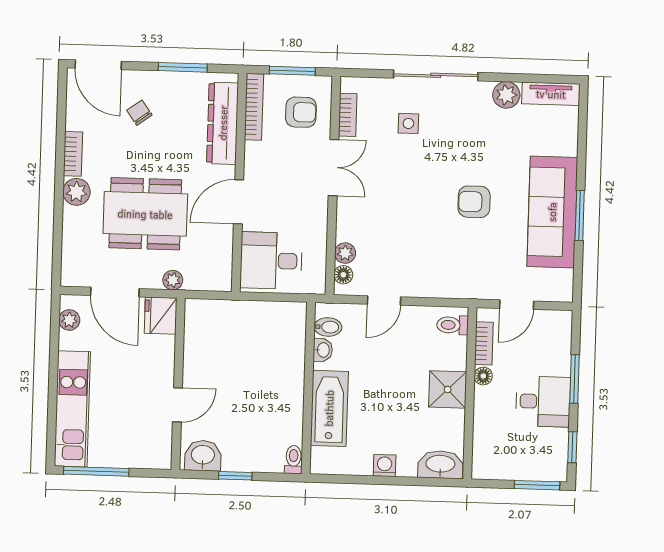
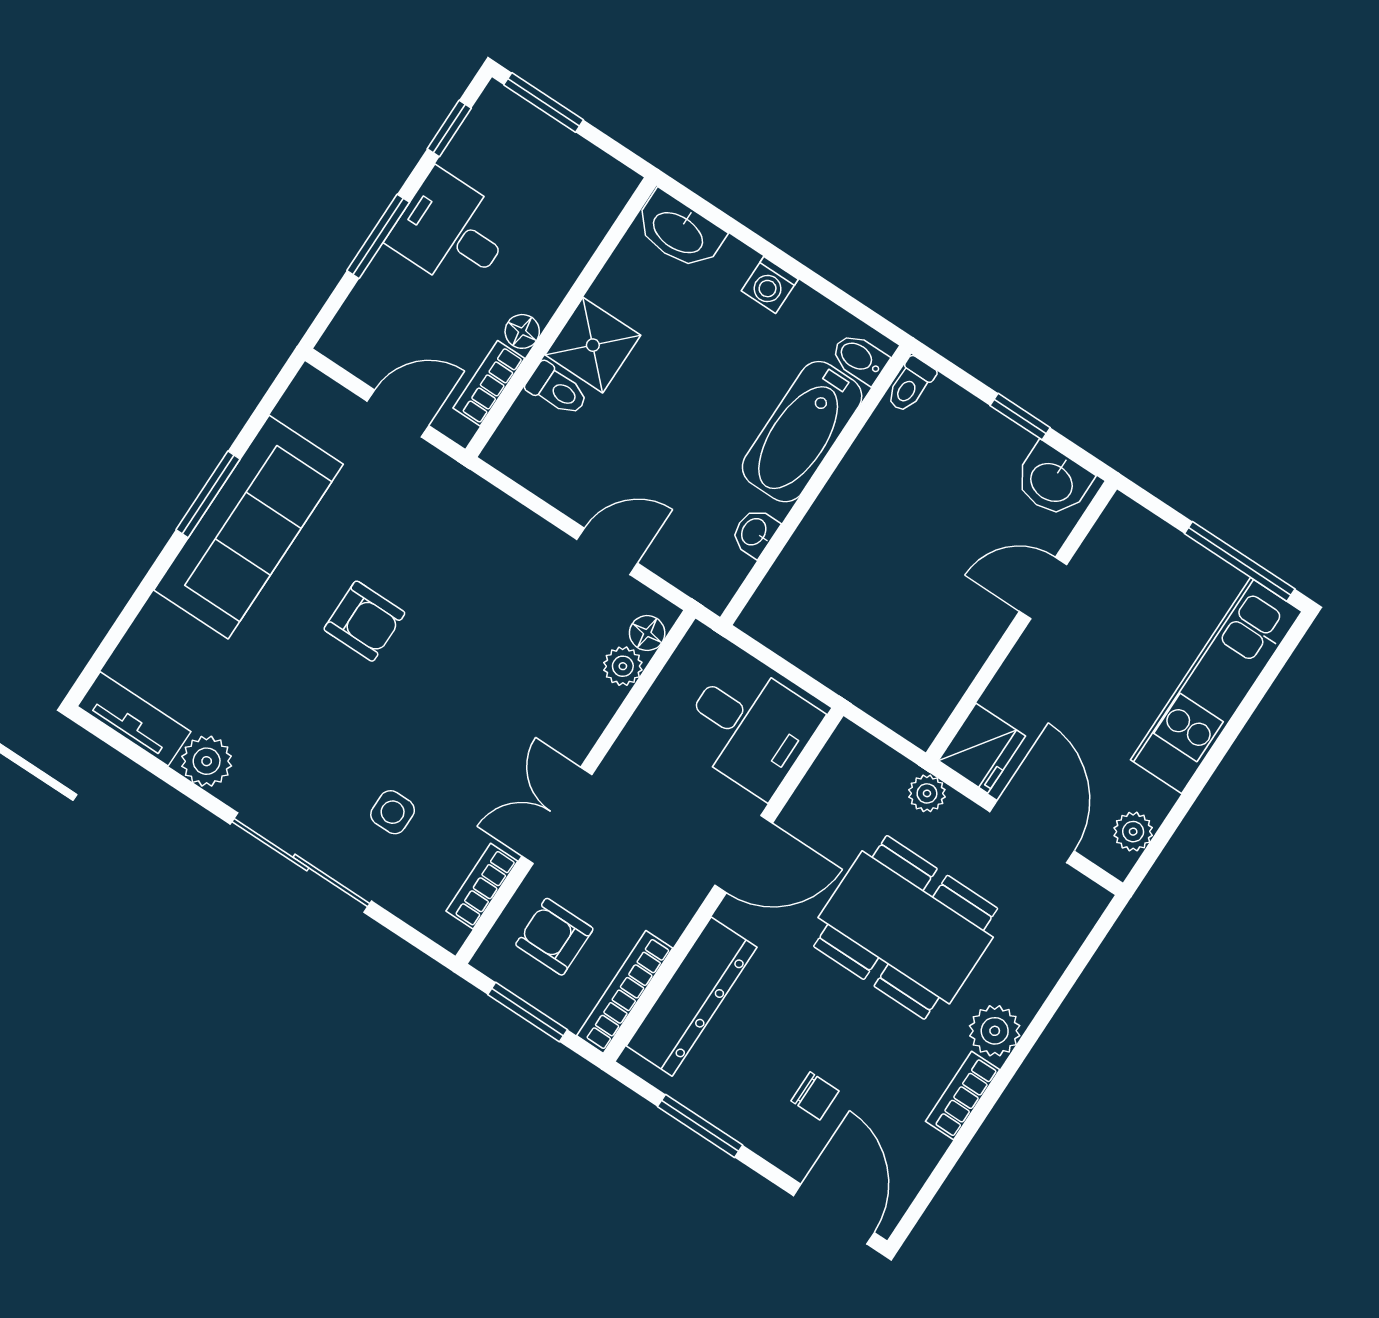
chair: (139, 113) -> (815, 1096), turned -54
toilet: (452, 325) -> (557, 389), moved
bidet: (328, 327) -> (859, 358), moved

